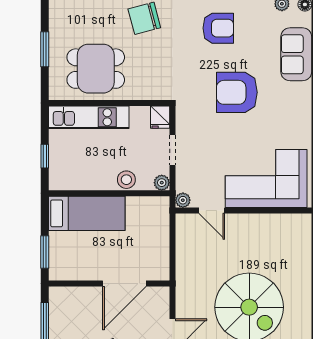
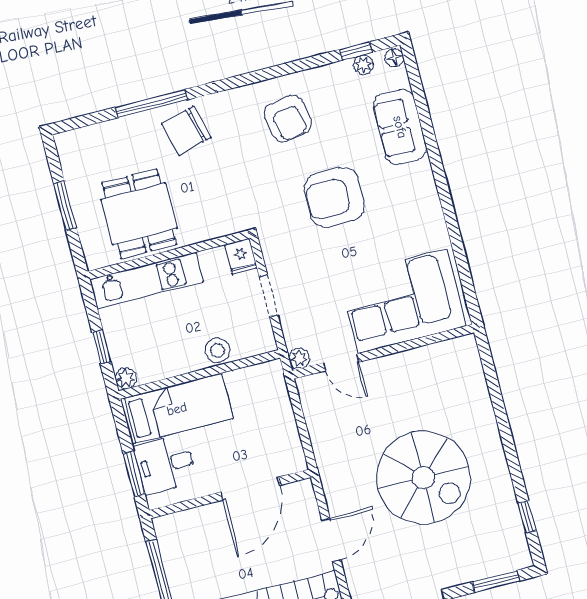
armchair: (218, 28) -> (288, 119), turned 80
dining table: (96, 69) -> (139, 214), turned 90
plant: (162, 183) -> (126, 378), moved
desk: (69, 251) -> (165, 464), added

